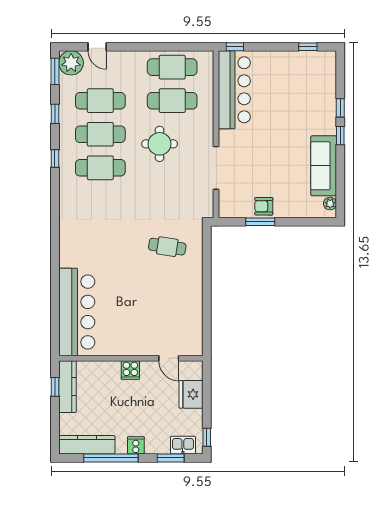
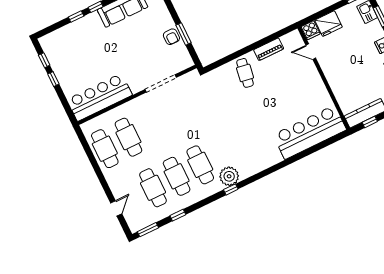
window: (235, 47) -> (53, 79), moved
plant: (71, 63) -> (229, 176), moved
round table: (160, 144) -> (163, 131), removed
window: (55, 158) -> (231, 189), moved
cafe table: (167, 247) -> (245, 73), moved
piano: (195, 311) -> (269, 49), added
door: (169, 358) -> (311, 52), swing flipped
cooker: (130, 370) -> (311, 30), moved, turned 90

